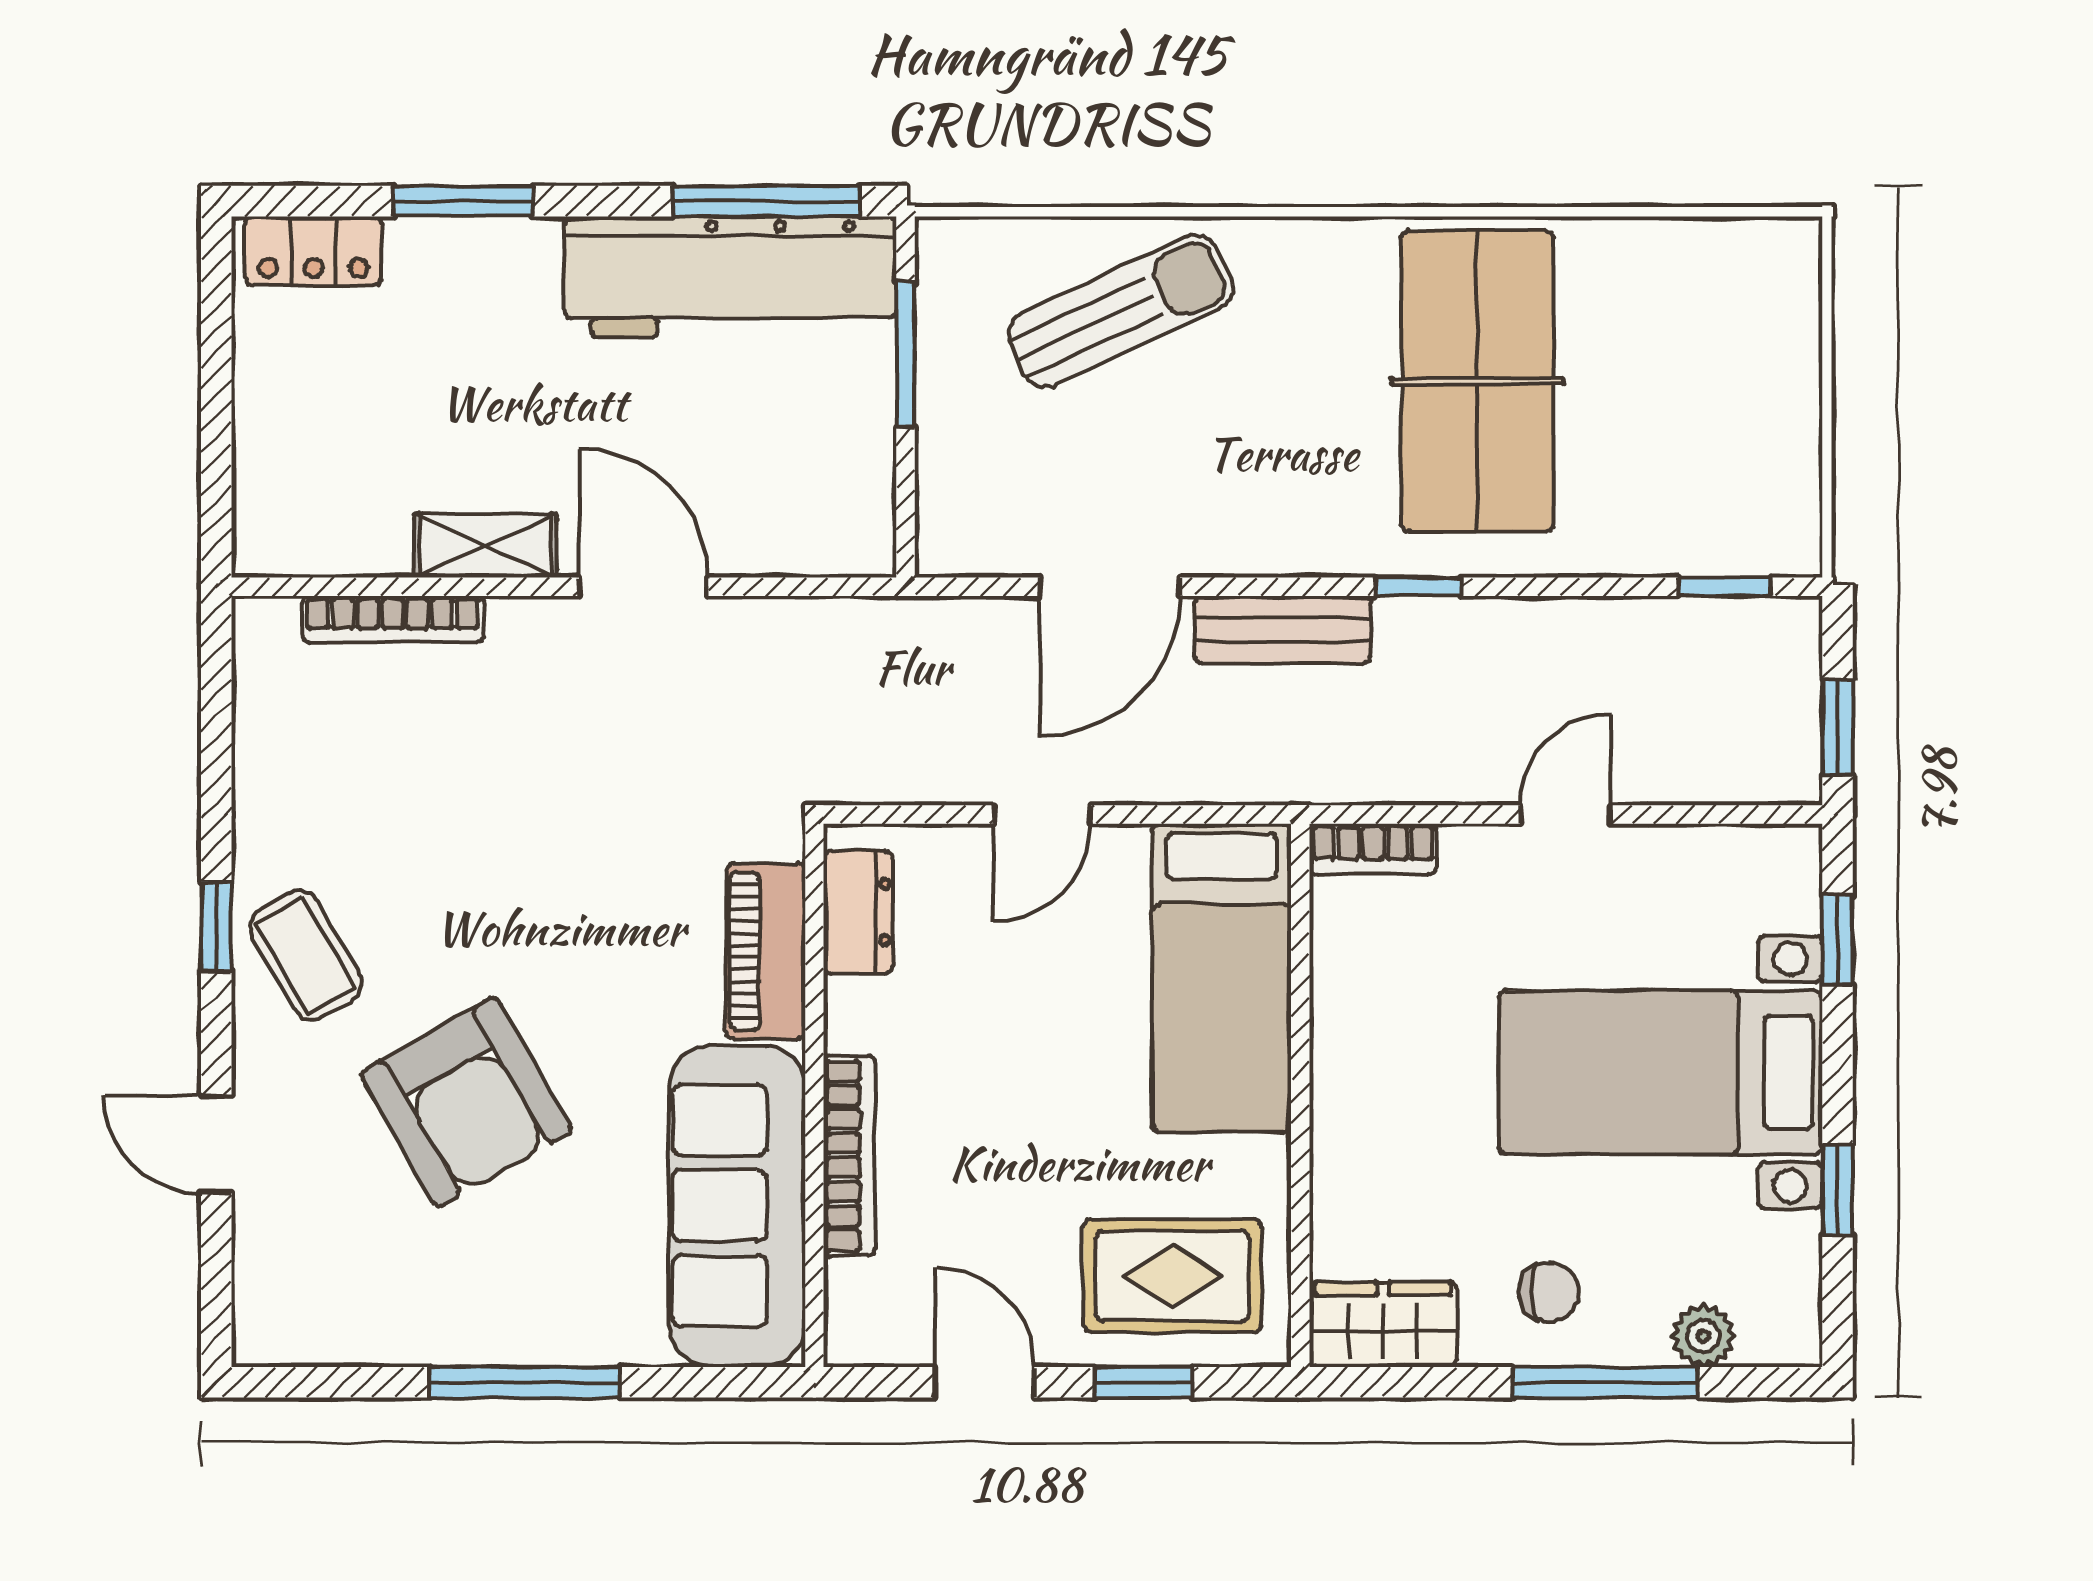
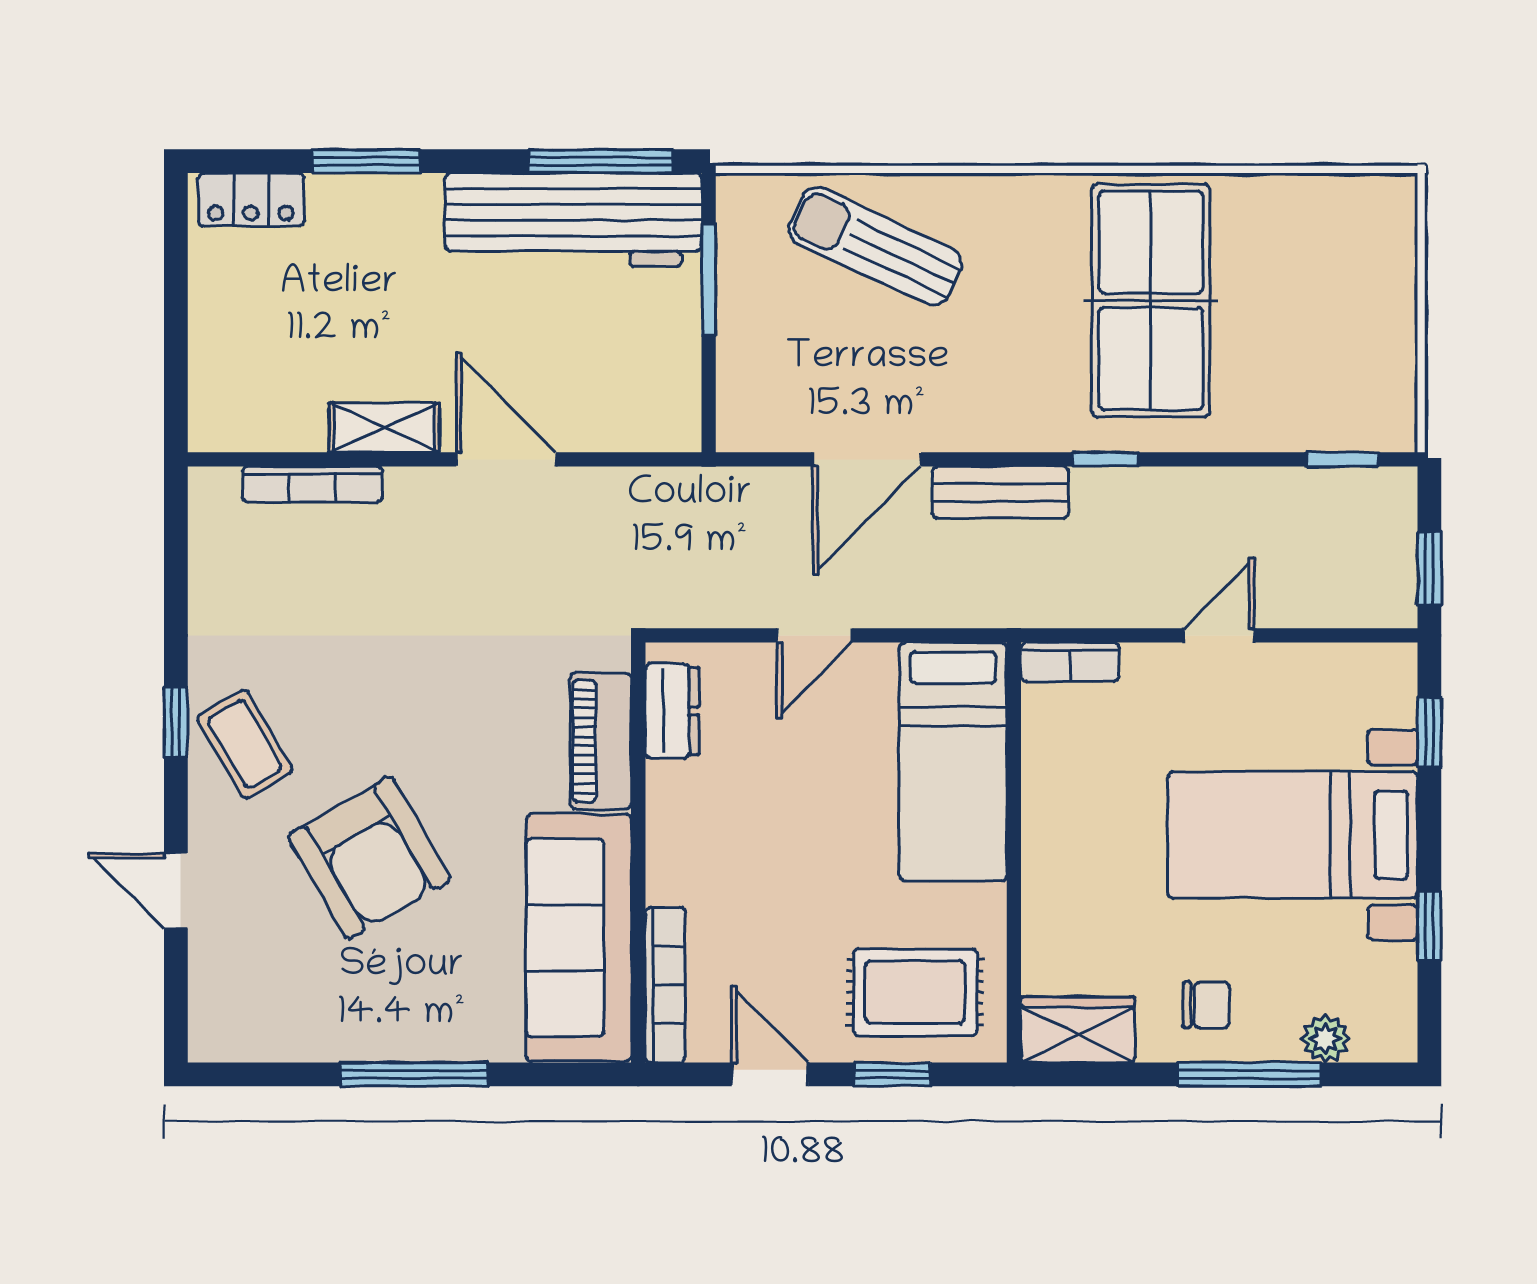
sun lounger: (1121, 311) -> (875, 246), turned -130
bookcase: (849, 1156) -> (665, 985), moved

